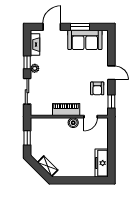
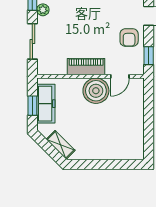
boiler: (73, 123) -> (96, 91), width x1.86, depth x1.86
freezer: (102, 163) -> (46, 104), moved, turned 180

